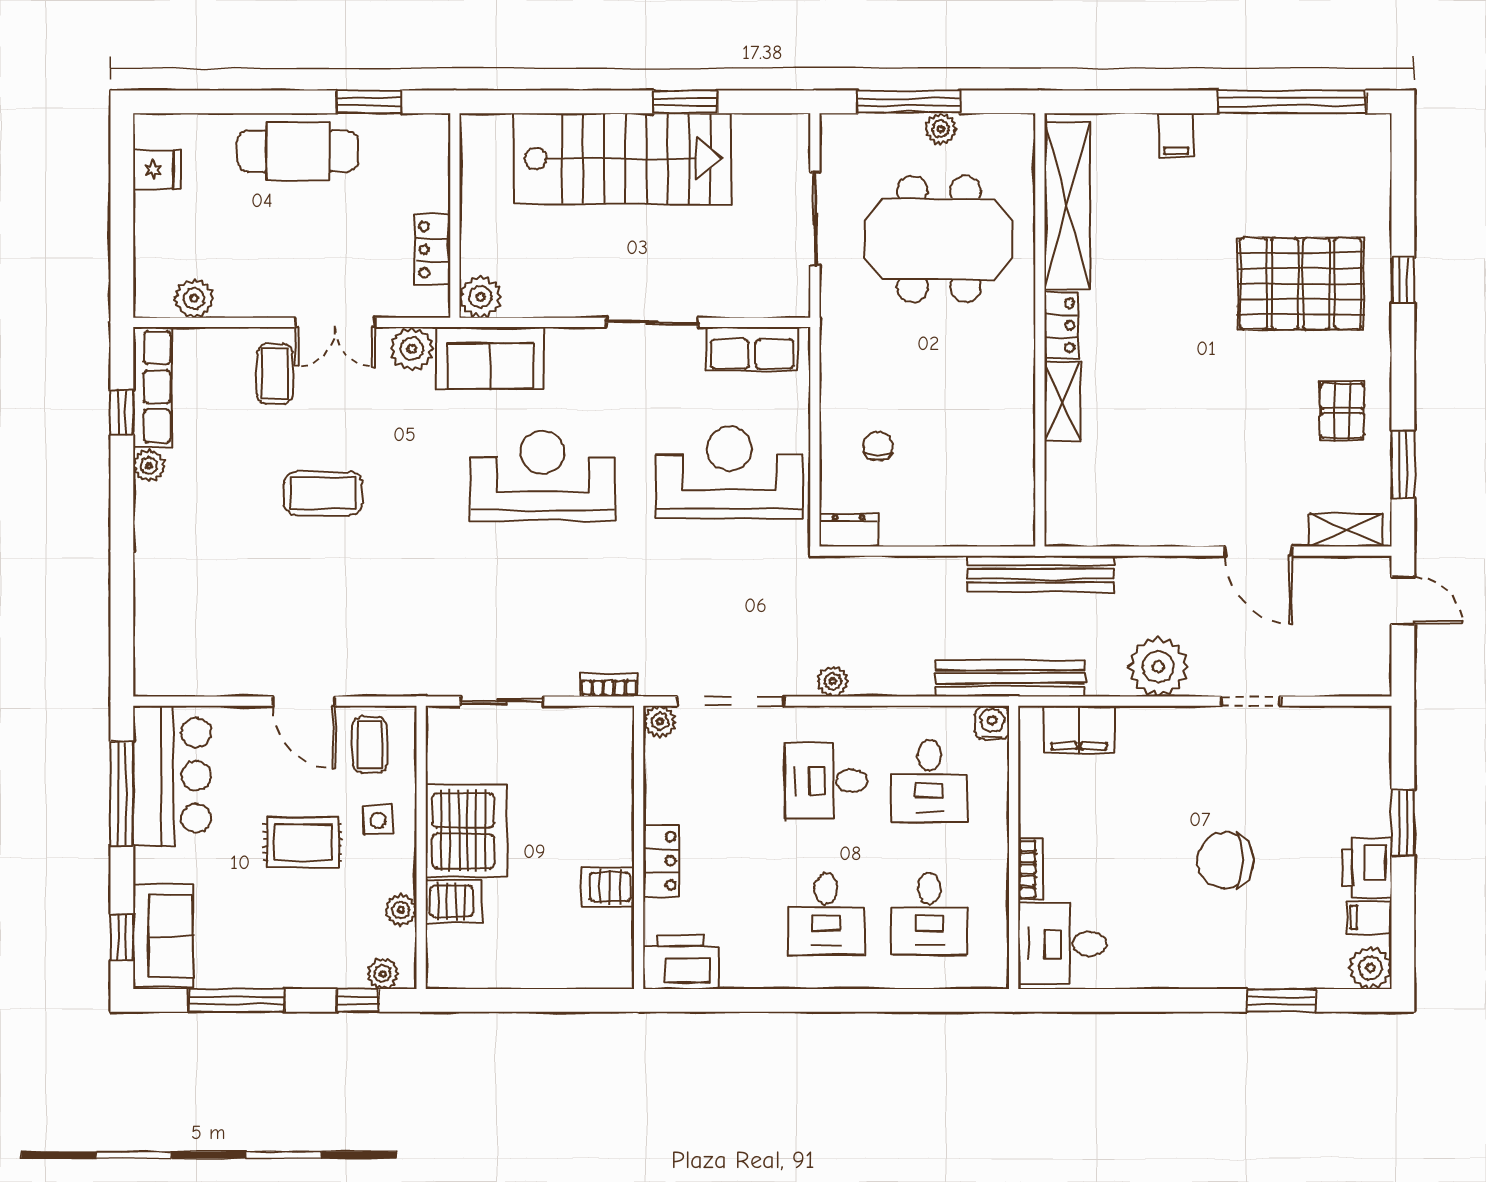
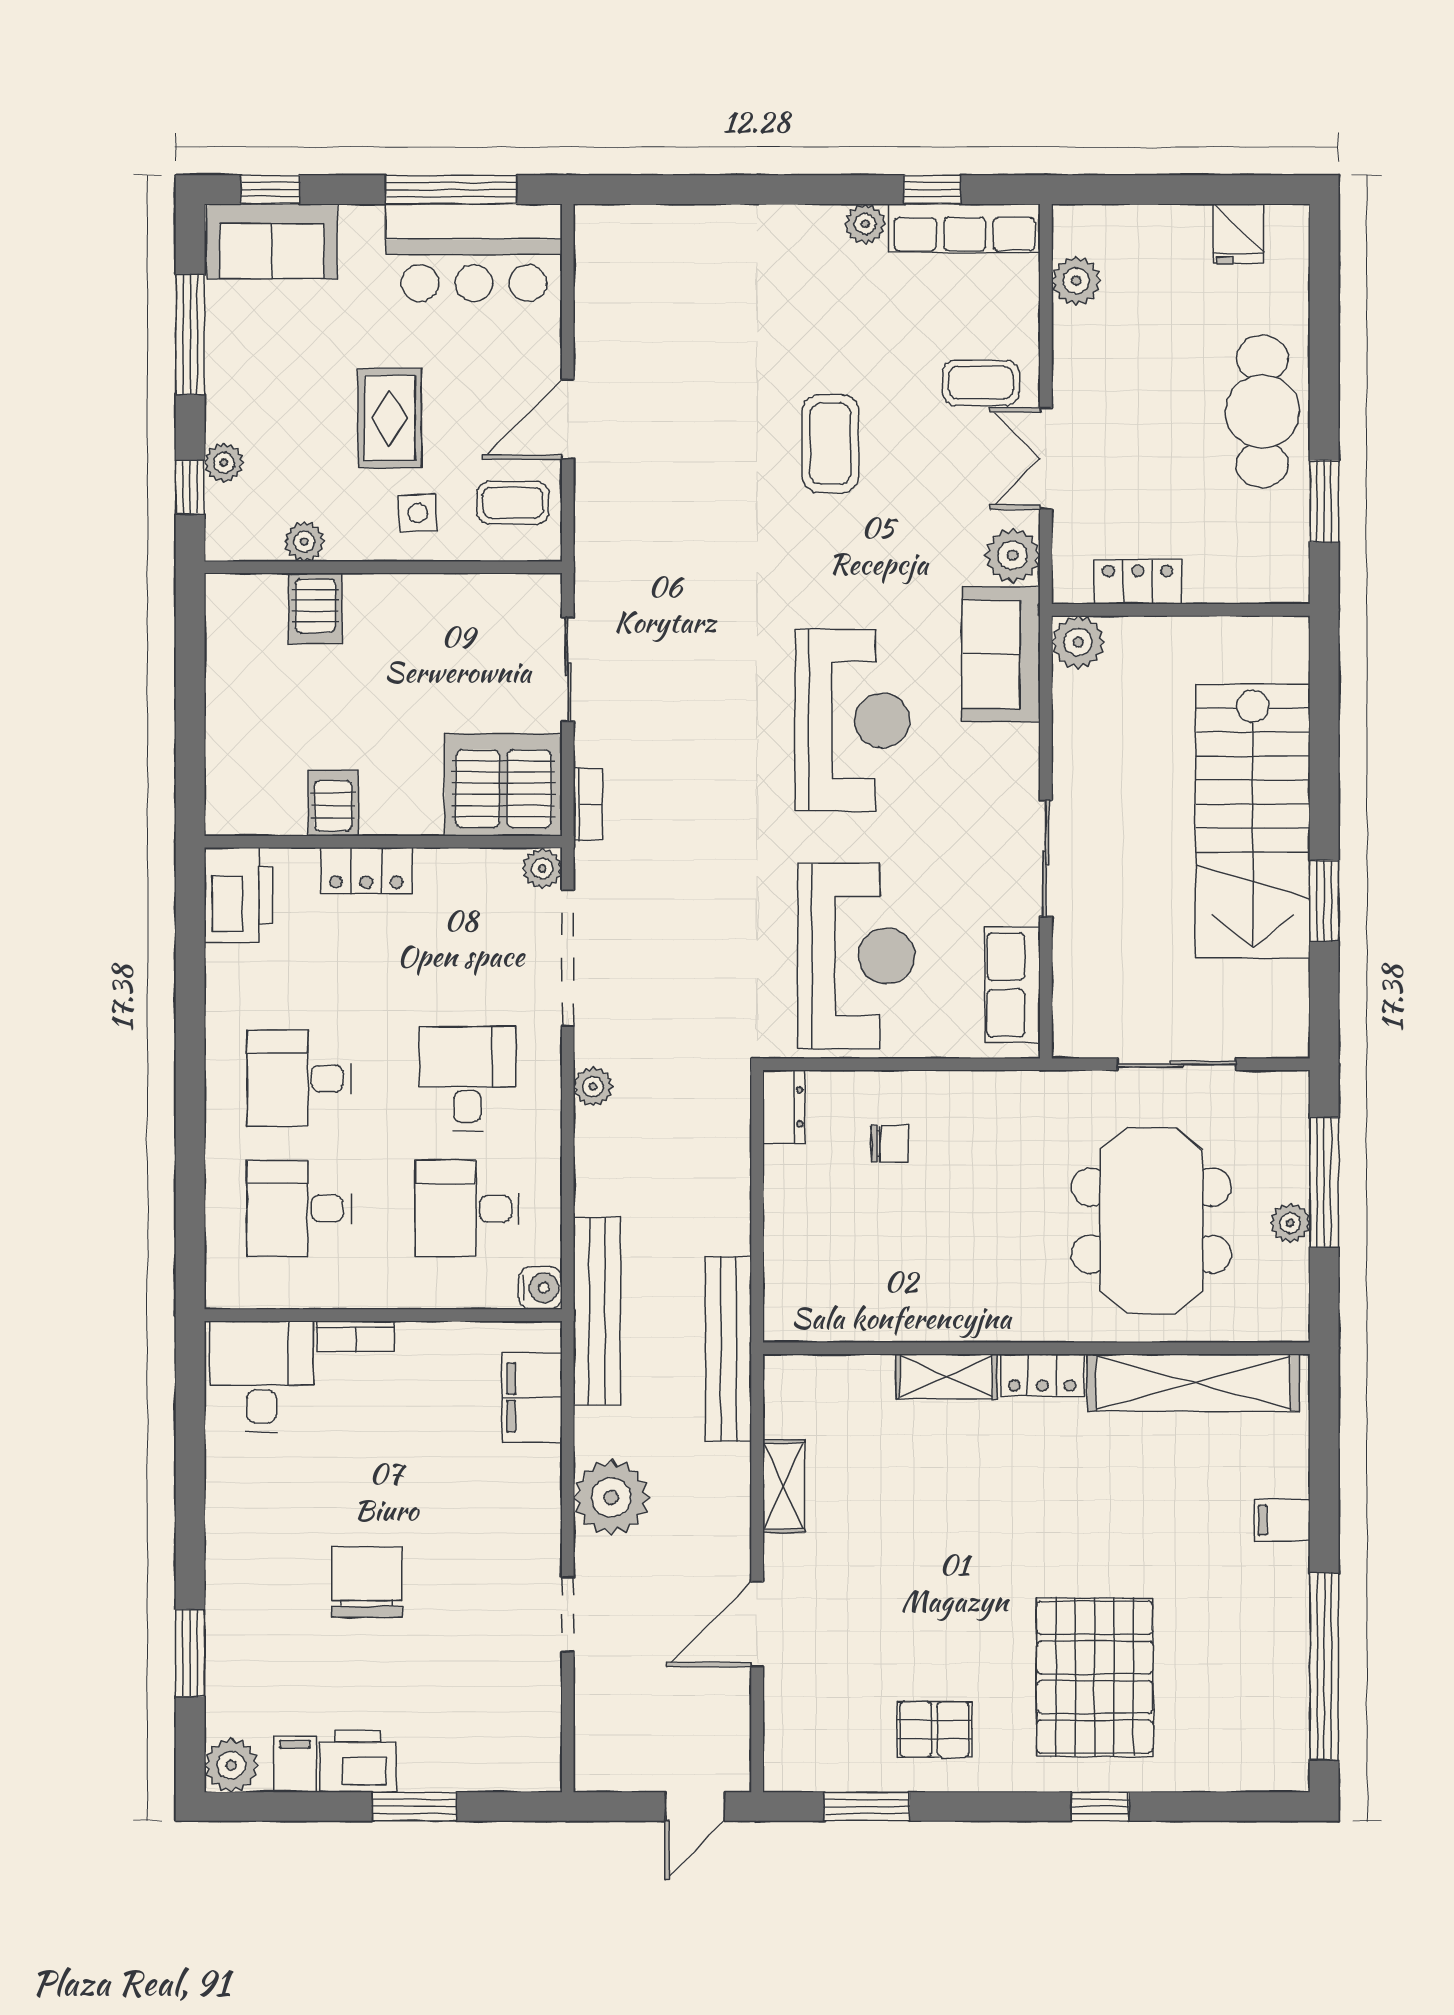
shelving: (1346, 530) -> (784, 1486), moved
server rack: (466, 831) -> (503, 785), moved, turned 180
plant: (383, 974) -> (224, 463), moved

